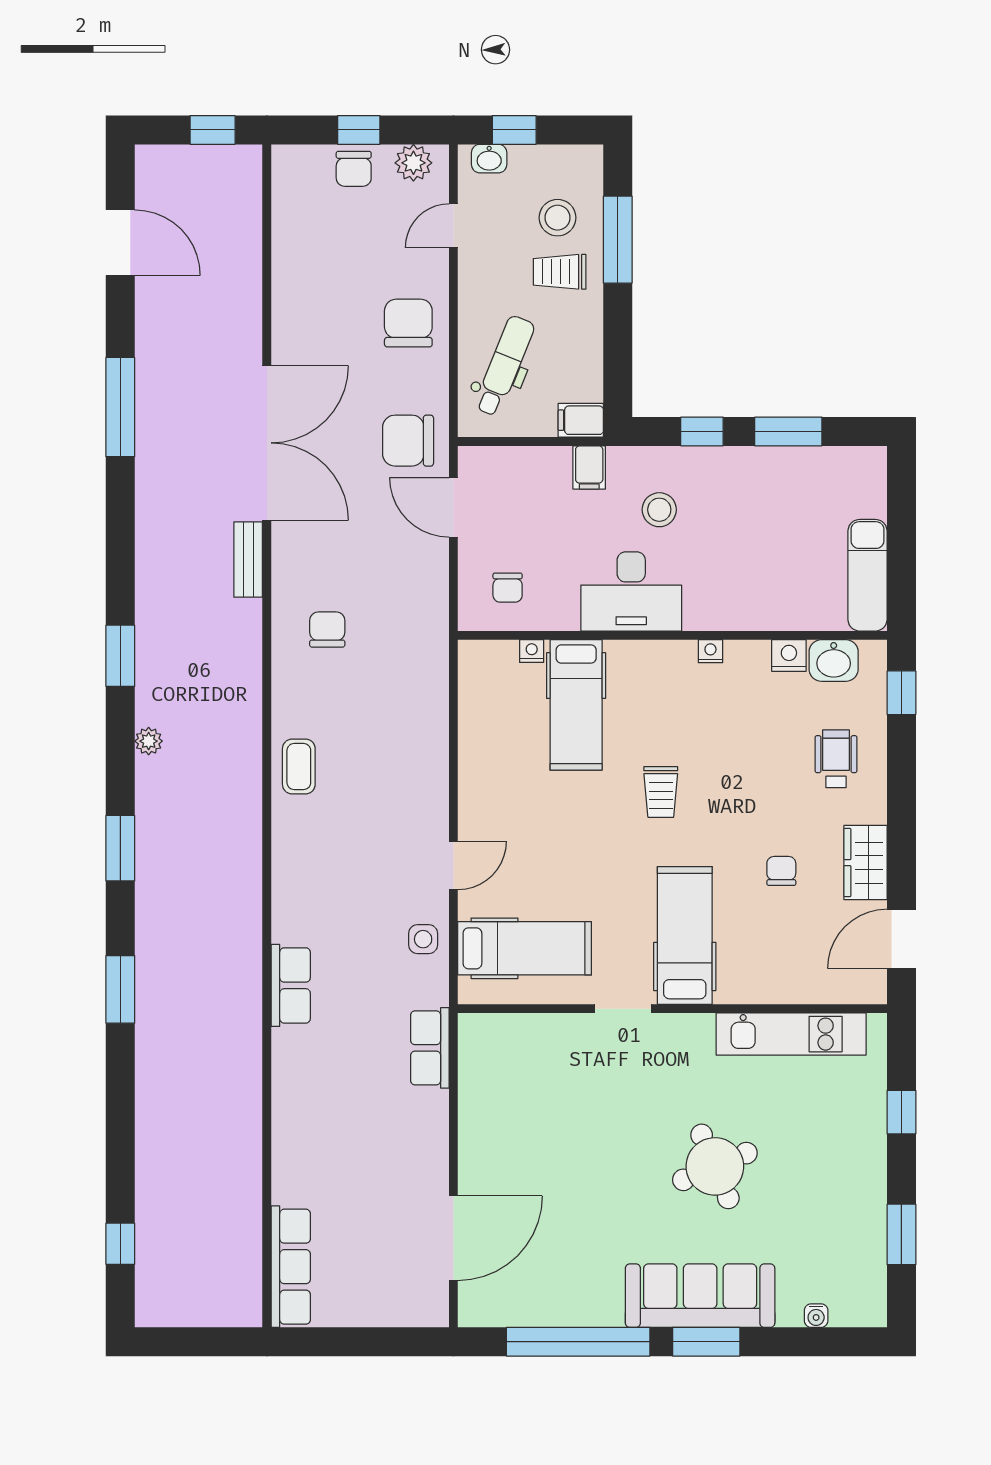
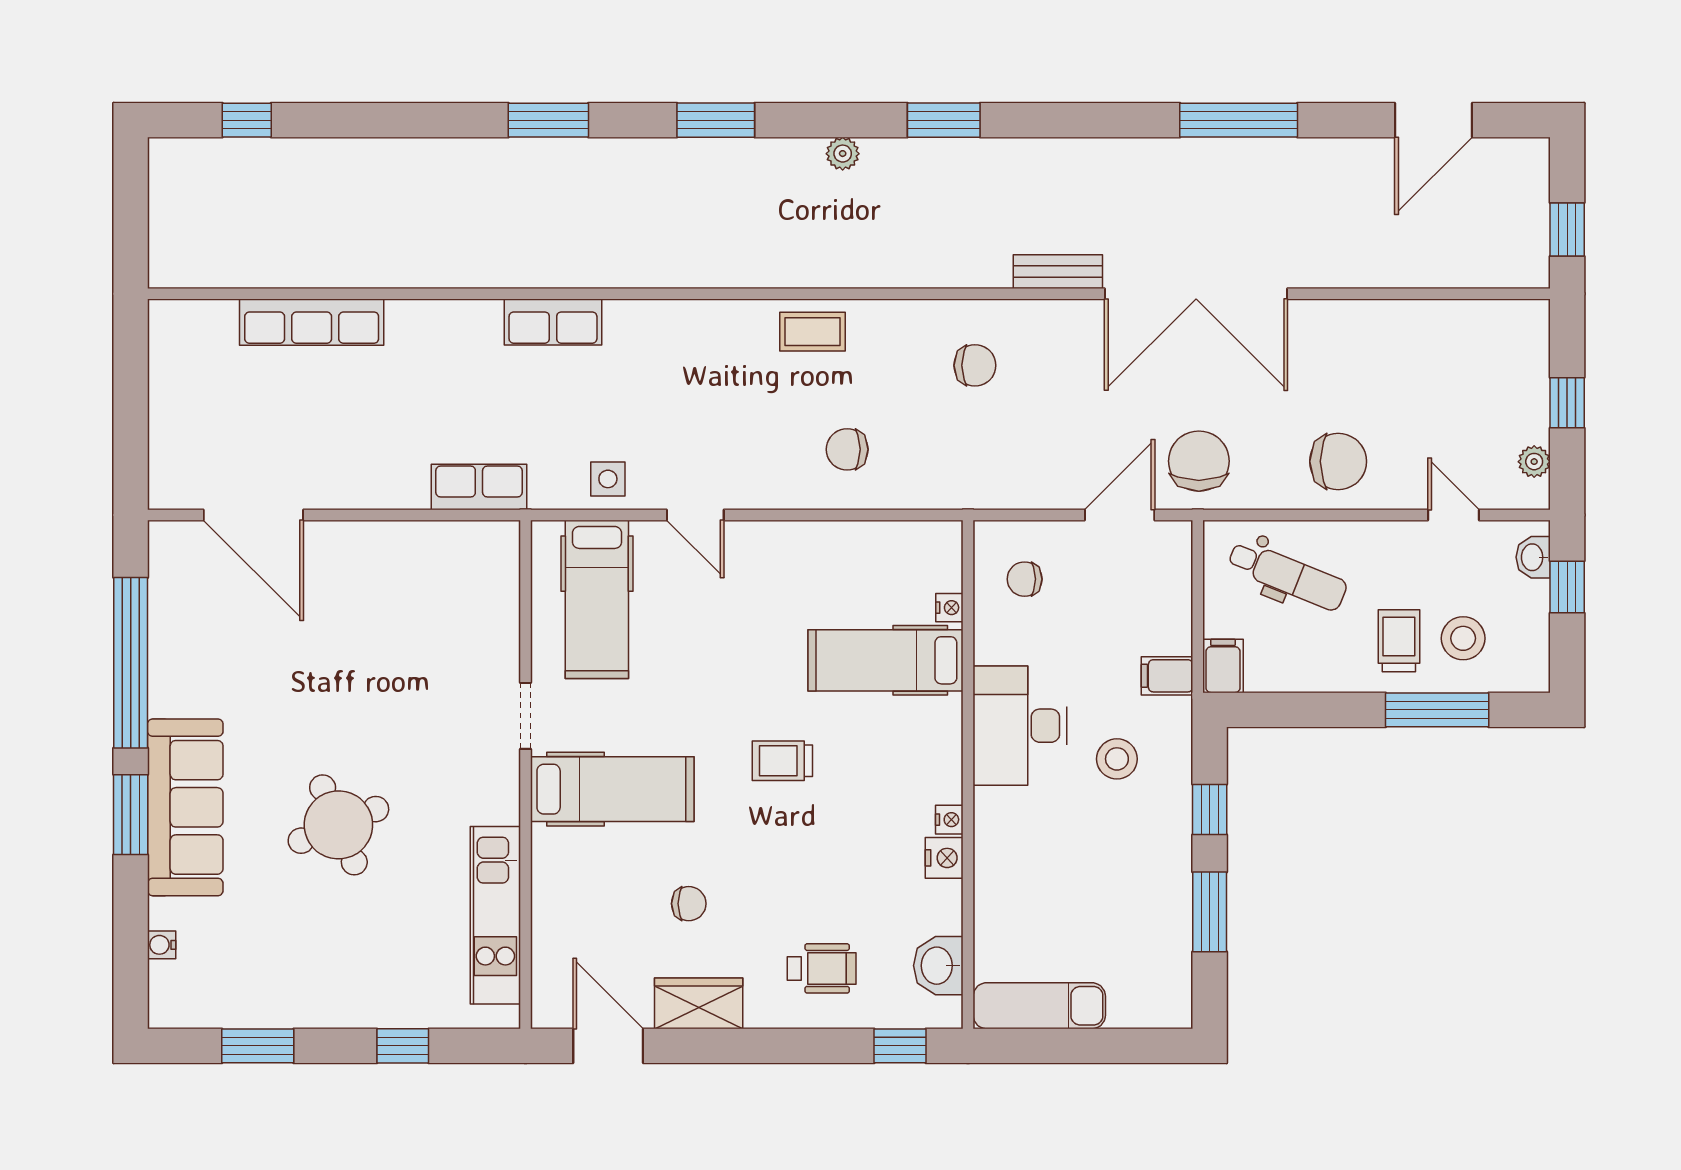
plant: (413, 163) -> (1534, 462), width x0.73, depth x0.73
chair: (354, 169) -> (847, 449), moved
nightstand: (789, 655) -> (944, 858), moved
row of seats: (291, 1267) -> (312, 322), moved

